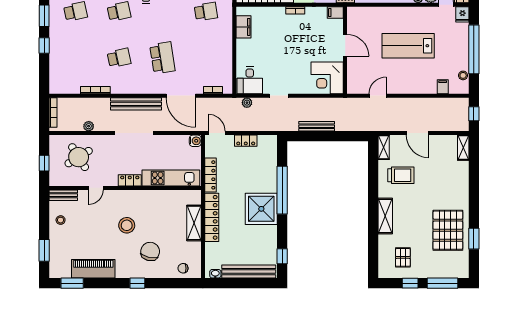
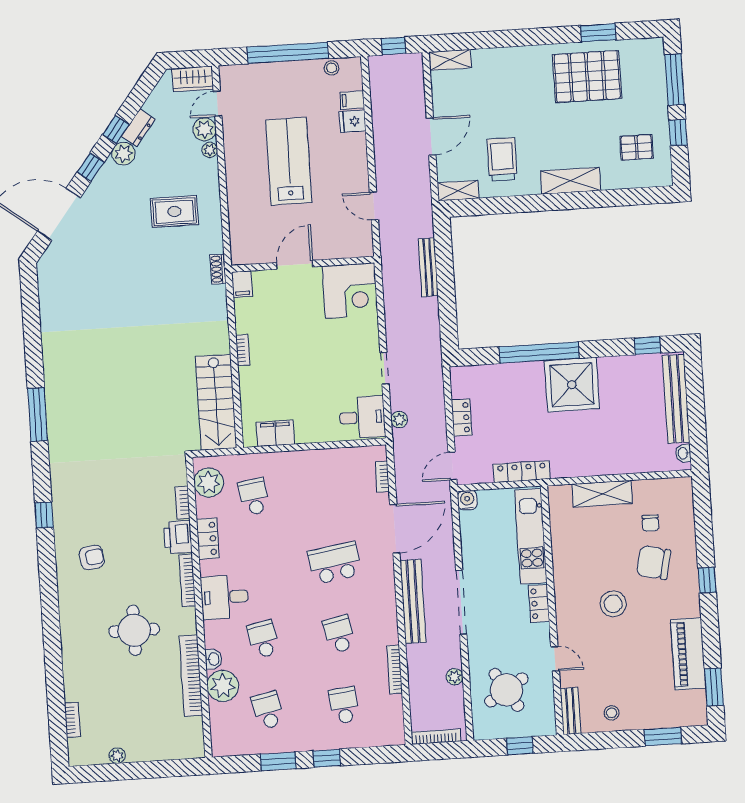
fridge: (462, 14) -> (353, 121), moved, turned 180
lab bench: (408, 46) -> (289, 161), turned 180
school desk: (76, 58) -> (344, 705), added
bench: (317, 126) -> (428, 267), moved
locker: (212, 217) -> (591, 465), removed
chair: (183, 268) -> (650, 523), moved

